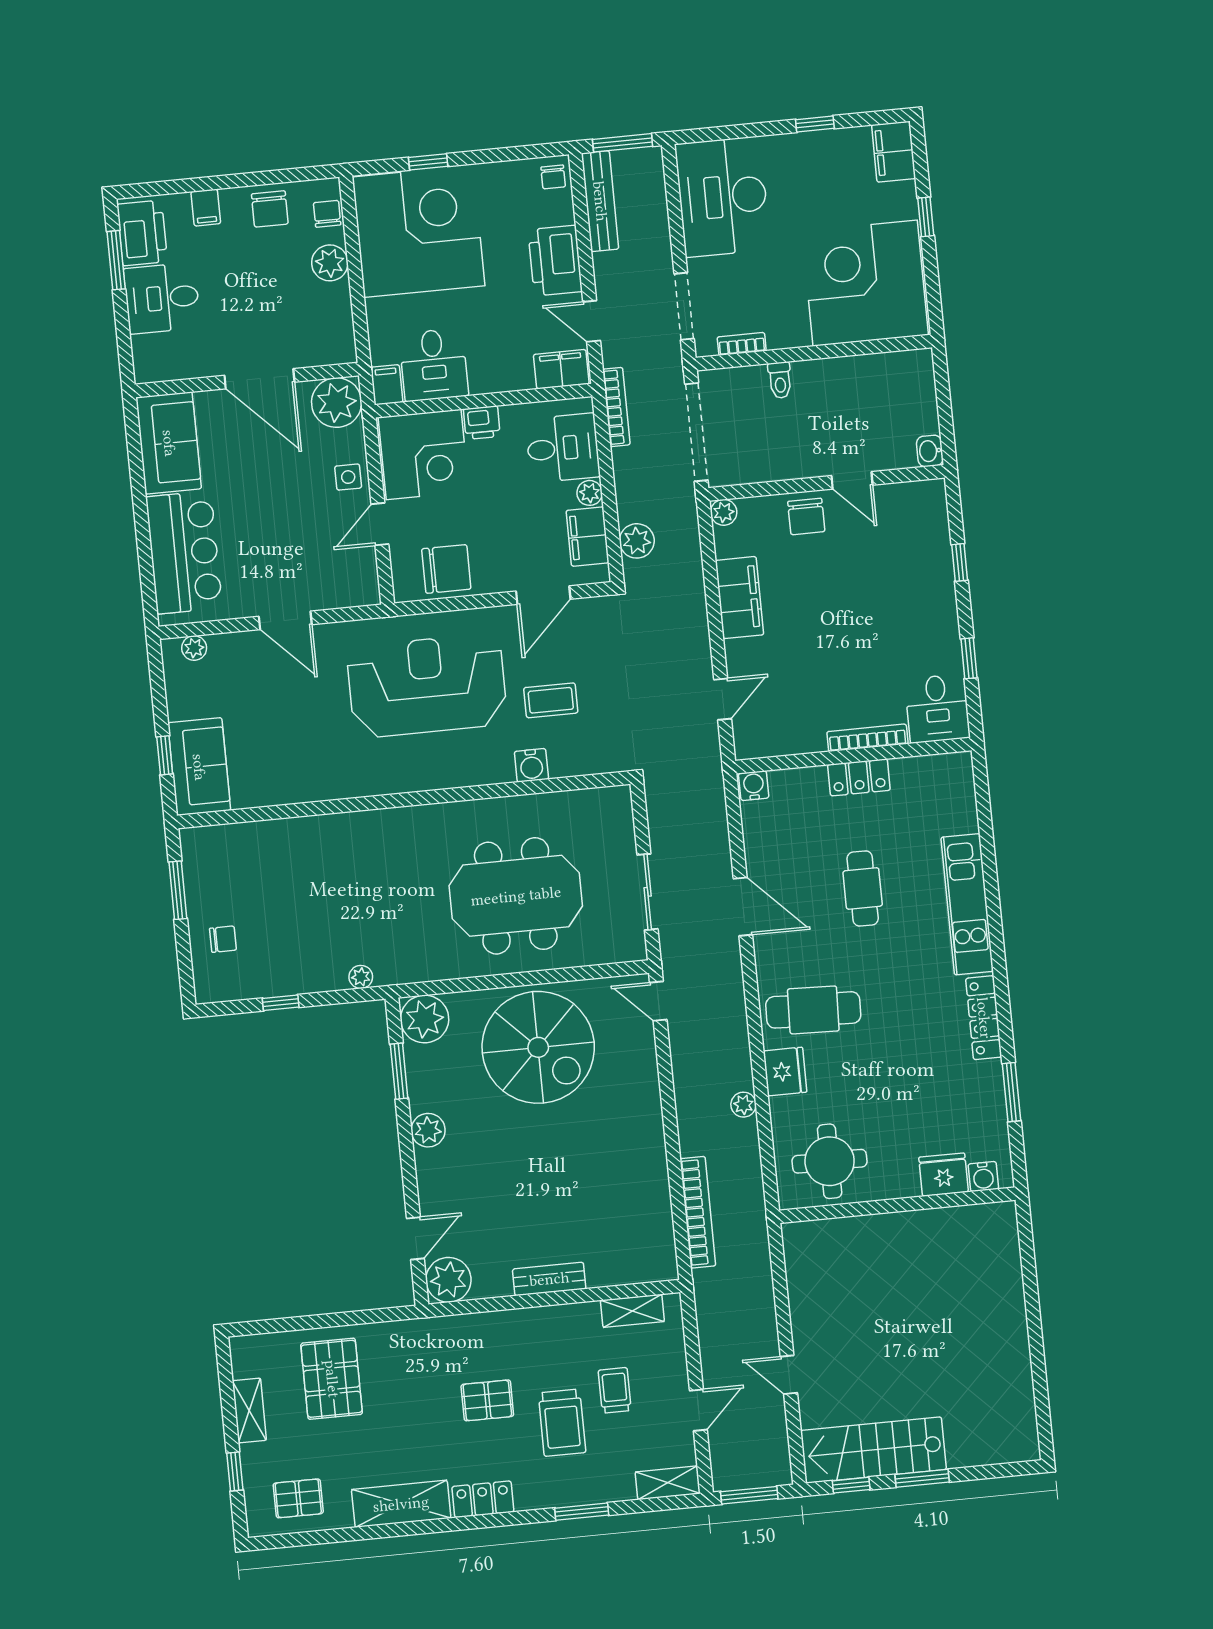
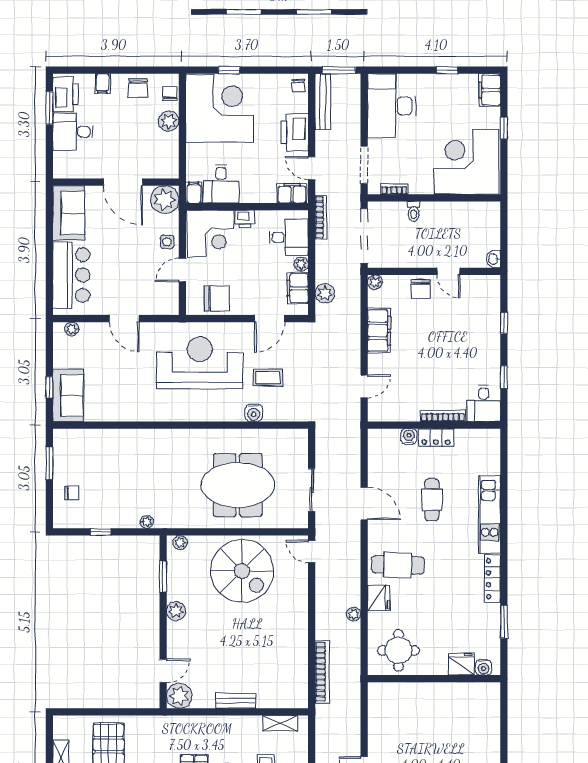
water cooler: (754, 786) -> (409, 436), moved
plant: (425, 1019) -> (180, 543), width x0.53, depth x0.53

